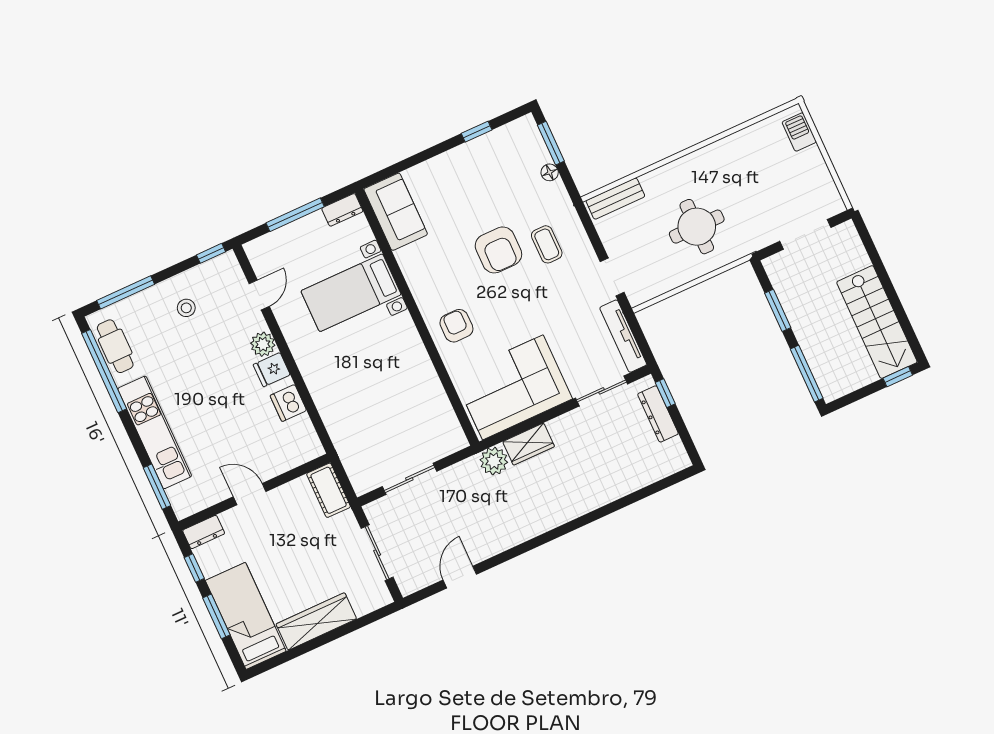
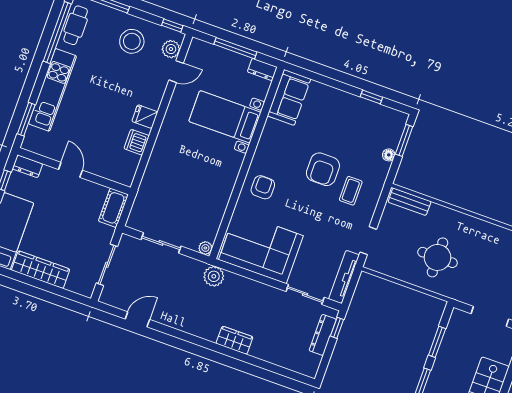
stool: (186, 308) -> (132, 41), width x1.89, depth x1.89
plant: (263, 344) -> (171, 49), moved
plant: (458, 441) -> (205, 248), added
wardrobe: (529, 444) -> (234, 340), moved, turned 180

